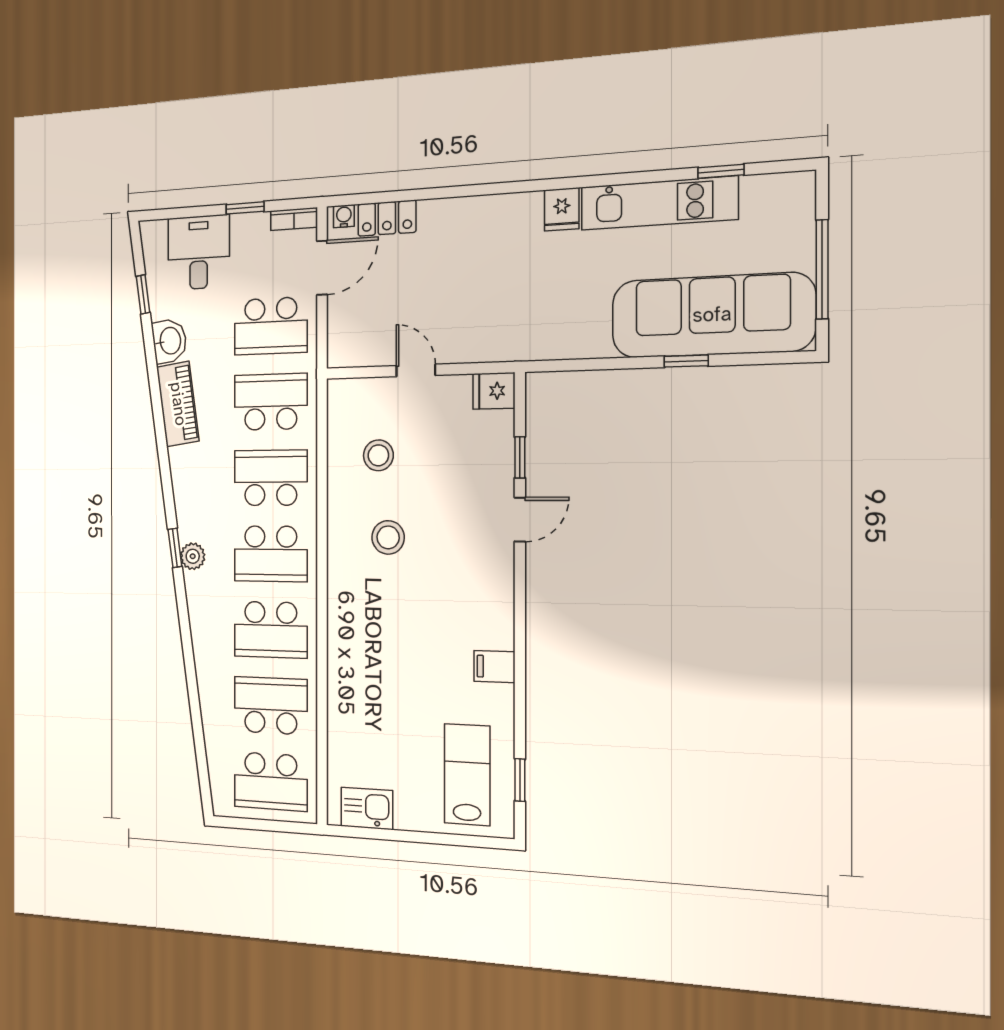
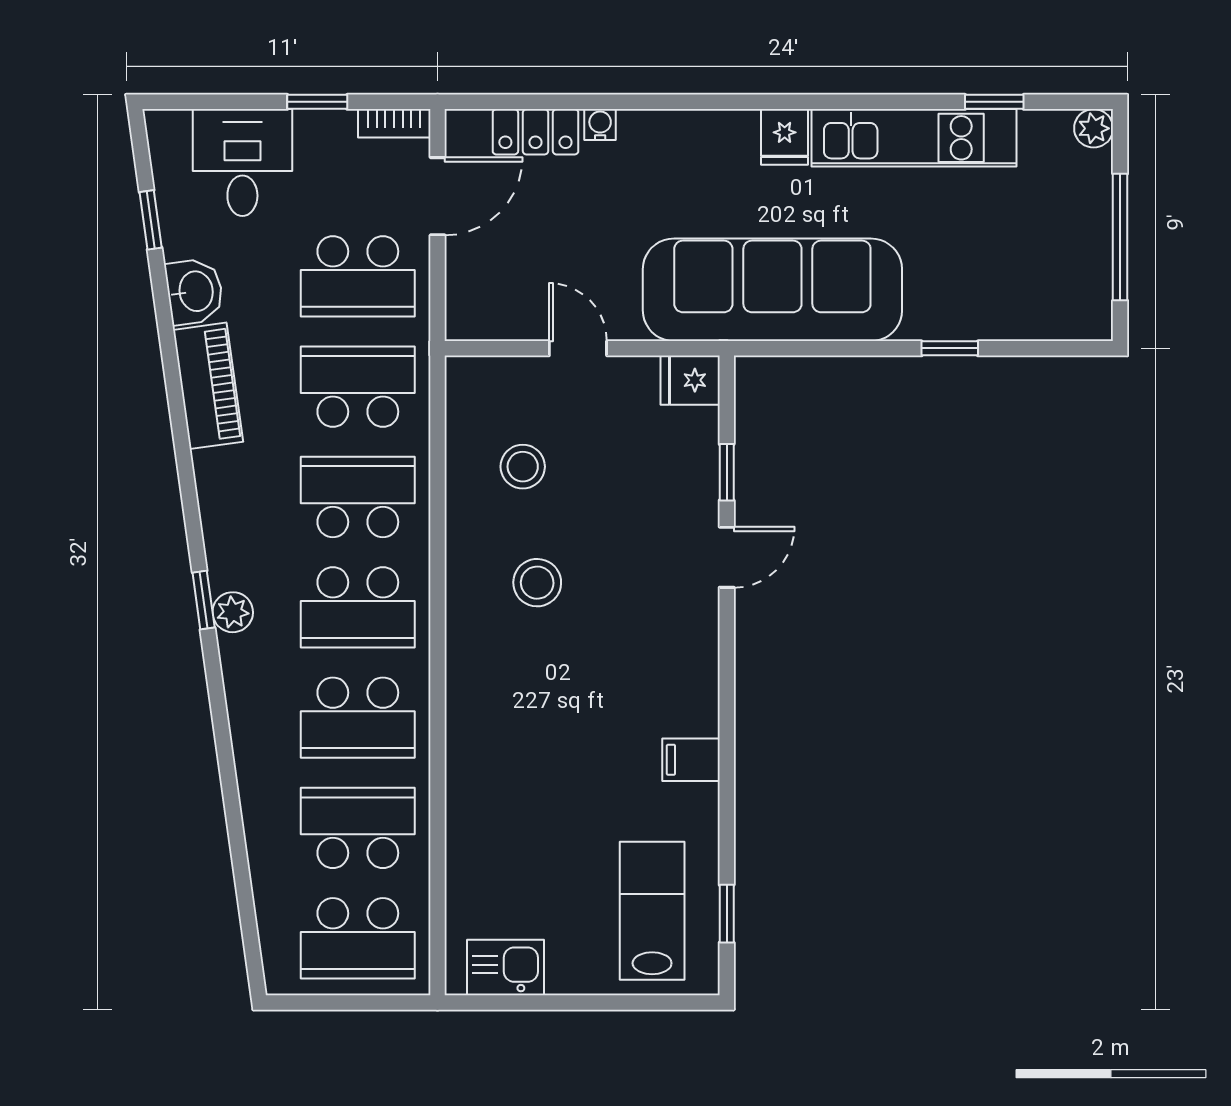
plant: (800, 186) -> (1094, 128), added
water cooler: (344, 216) -> (600, 125), moved
sofa: (712, 315) -> (772, 290), moved

